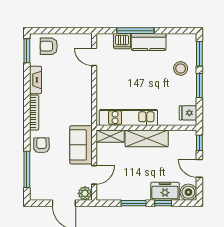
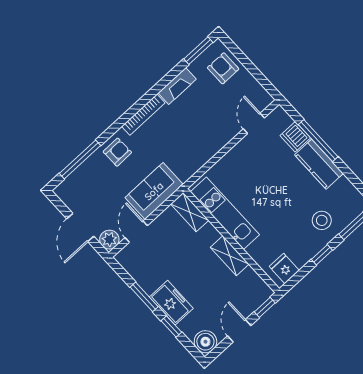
window: (199, 86) -> (322, 255), width x0.67
shelving: (147, 138) -> (230, 256), width x0.67, depth x0.75
door: (94, 175) -> (136, 232), swing flipped
freezer: (165, 191) -> (171, 303), moved

